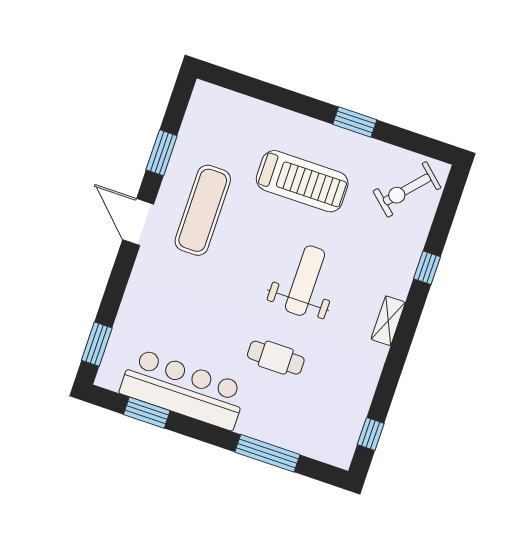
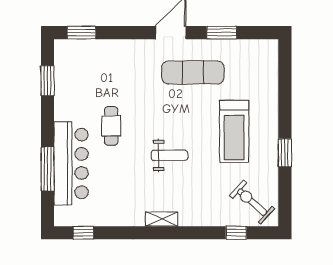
window: (427, 268) -> (236, 233), moved
weight bench: (305, 281) -> (169, 155), width x0.73, depth x0.75
cafe table: (276, 358) -> (111, 126), moved
bar counter: (183, 389) -> (71, 163), moved

